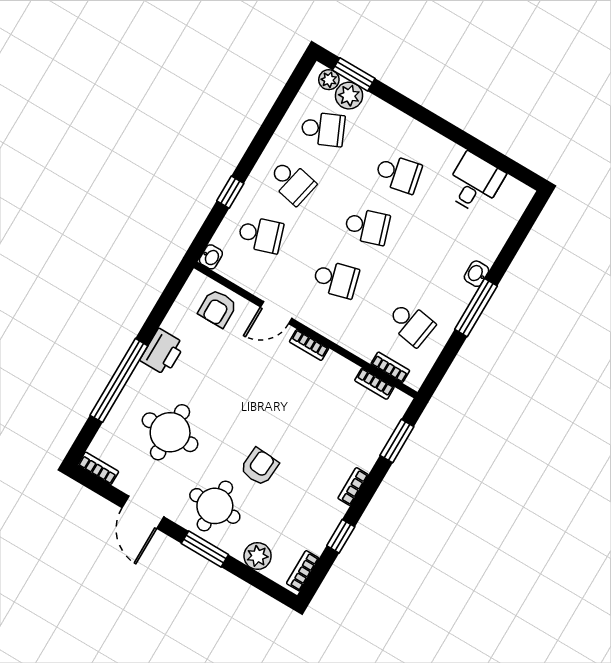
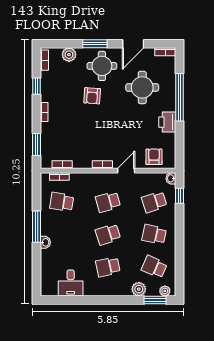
plant: (349, 96) -> (139, 289), moved
school desk: (323, 129) -> (154, 267), turned 48
window: (230, 192) -> (179, 196), moved
door: (143, 512) -> (133, 44), swing flipped

